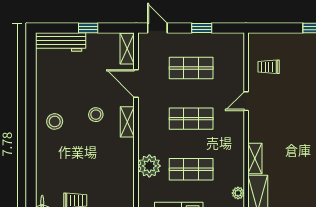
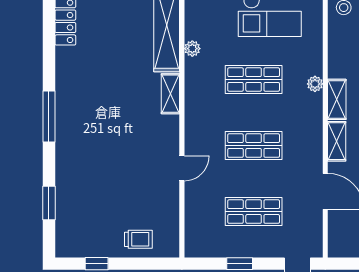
shelving: (127, 49) -> (337, 99), moved
trolley: (269, 67) -> (138, 239), moved
plant: (149, 166) -> (315, 84), width x0.53, depth x0.53

